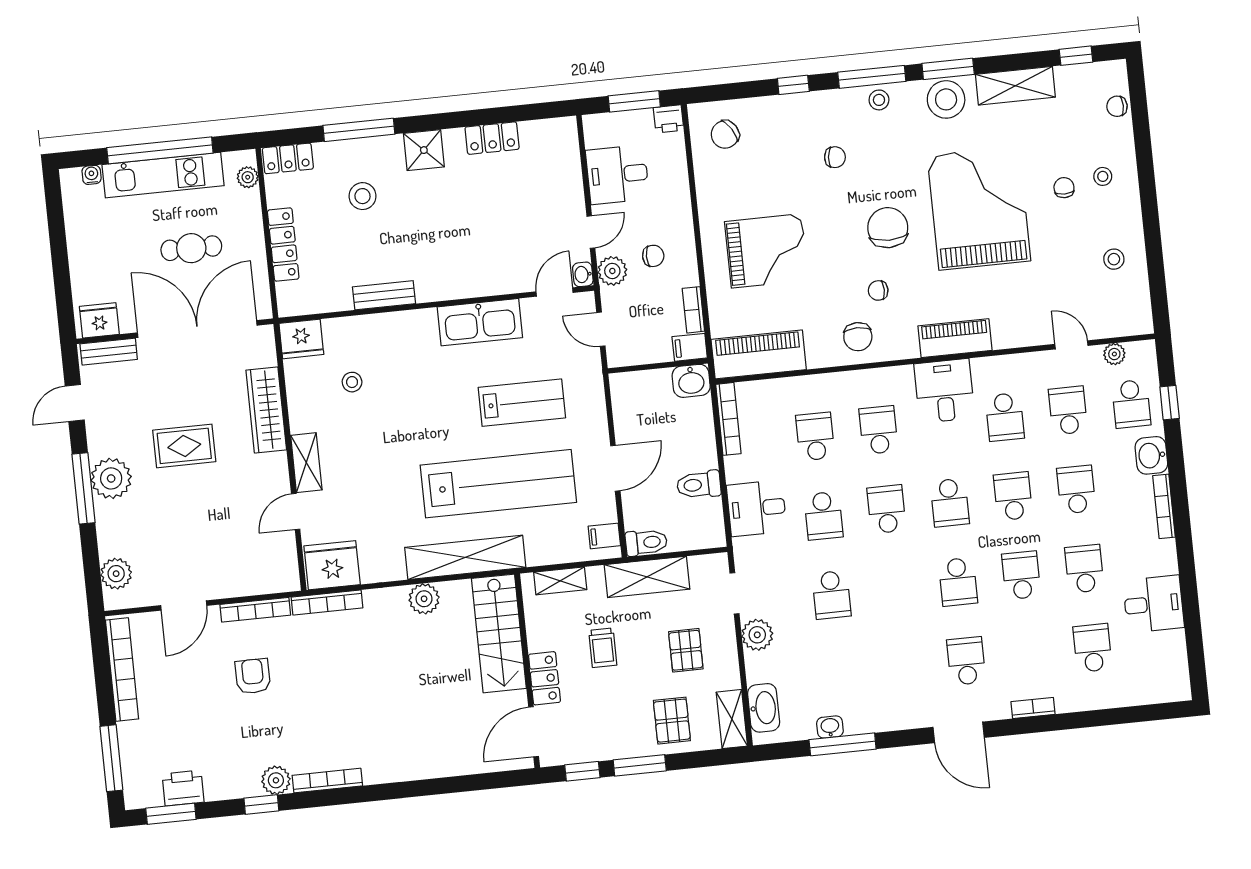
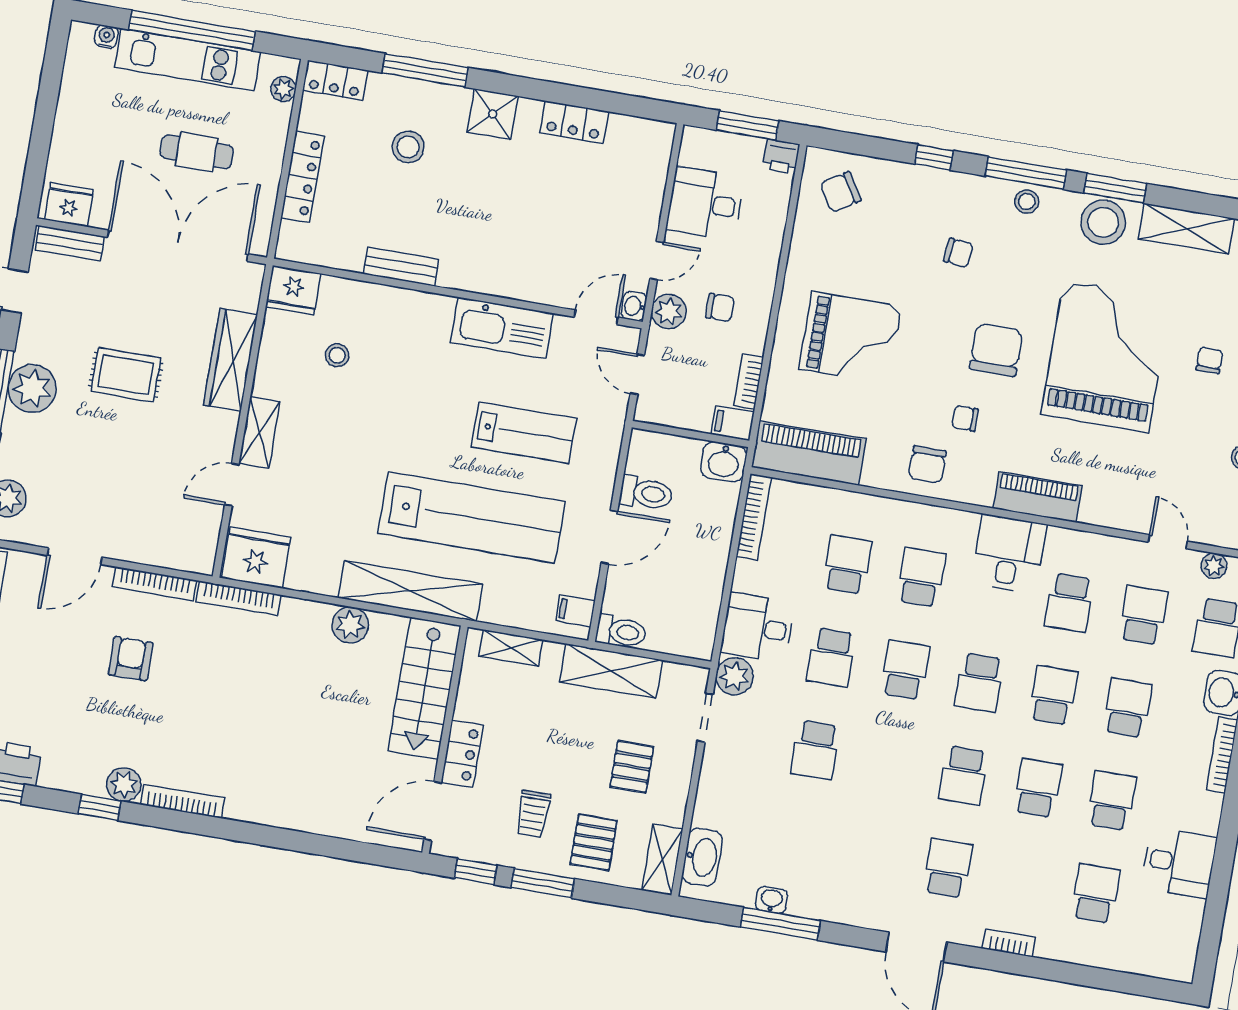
toilet: (699, 485) -> (646, 493), moved, turned 180
plant: (757, 635) -> (734, 676), moved
trolley: (603, 648) -> (533, 814), moved

